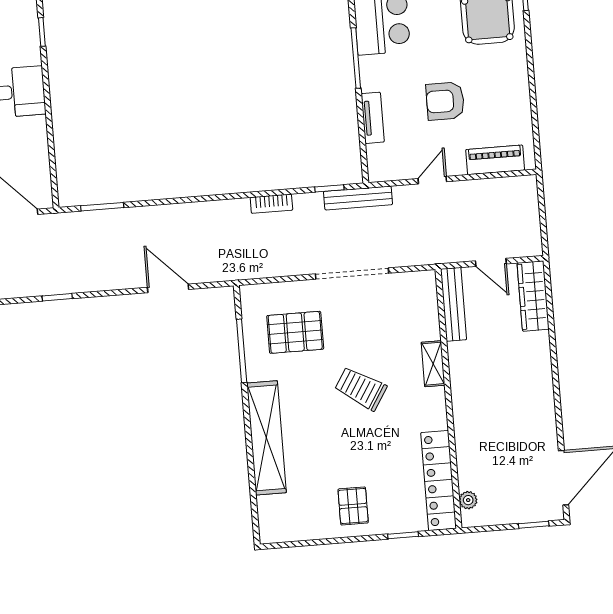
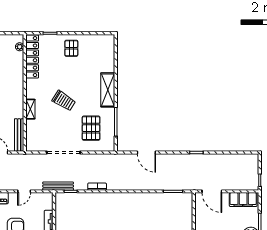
pallet: (295, 332) -> (91, 128), turned 90
shelving: (266, 438) -> (108, 90), width x0.68

